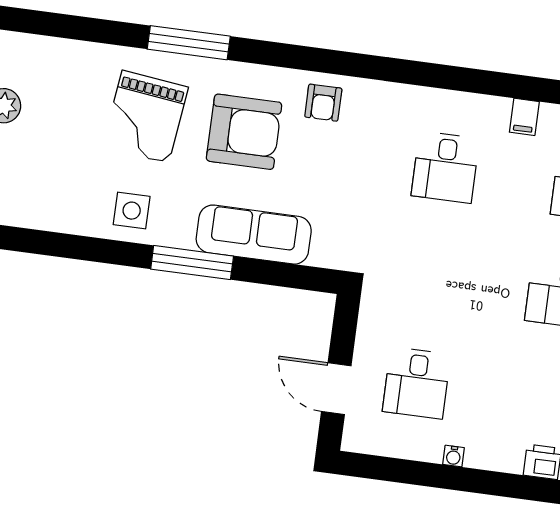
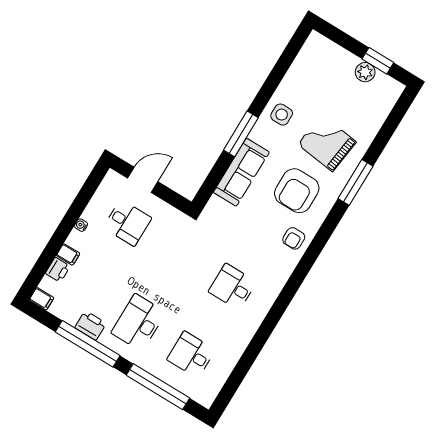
armchair: (323, 103) -> (294, 238), turned -90
filing cabinet: (524, 117) -> (68, 254), moved, turned 180
desk: (417, 383) -> (127, 223), turned 180

